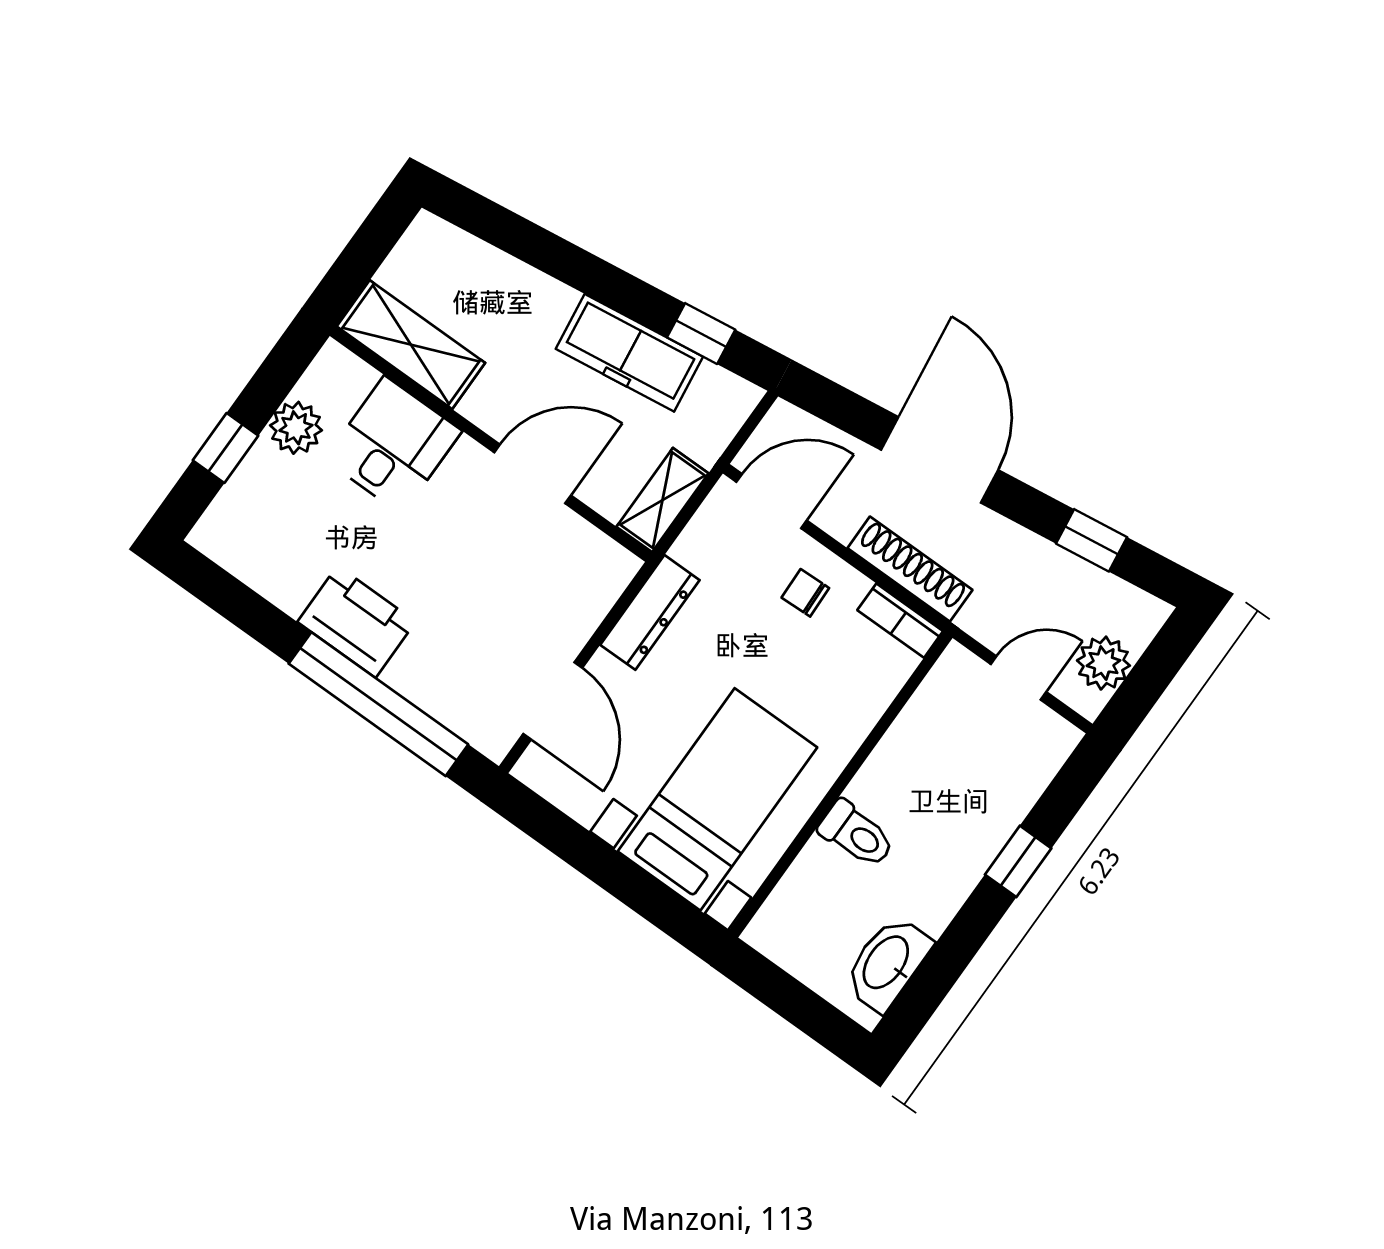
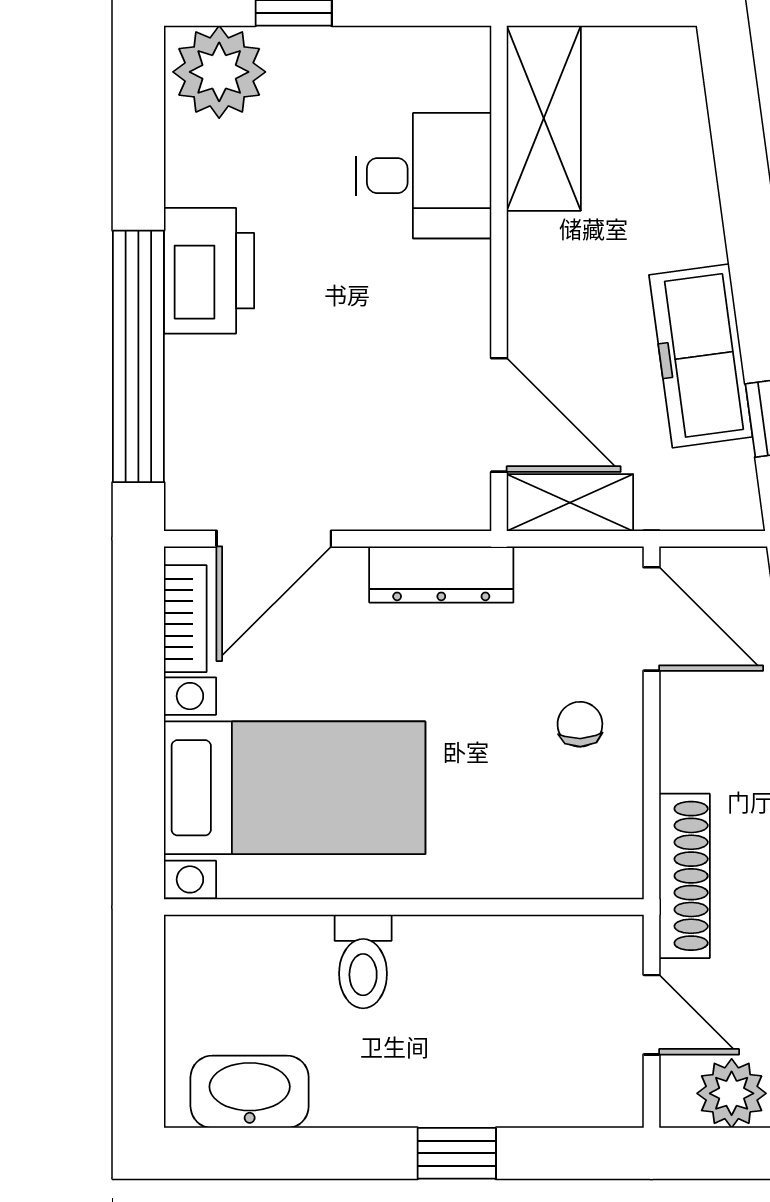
plant: (296, 428) -> (219, 72), moved, width x1.36, depth x1.36
door: (533, 474) -> (499, 415), moved
shoe rack: (910, 569) -> (684, 876), moved
bookcase: (900, 621) -> (185, 619), moved, turned 180

